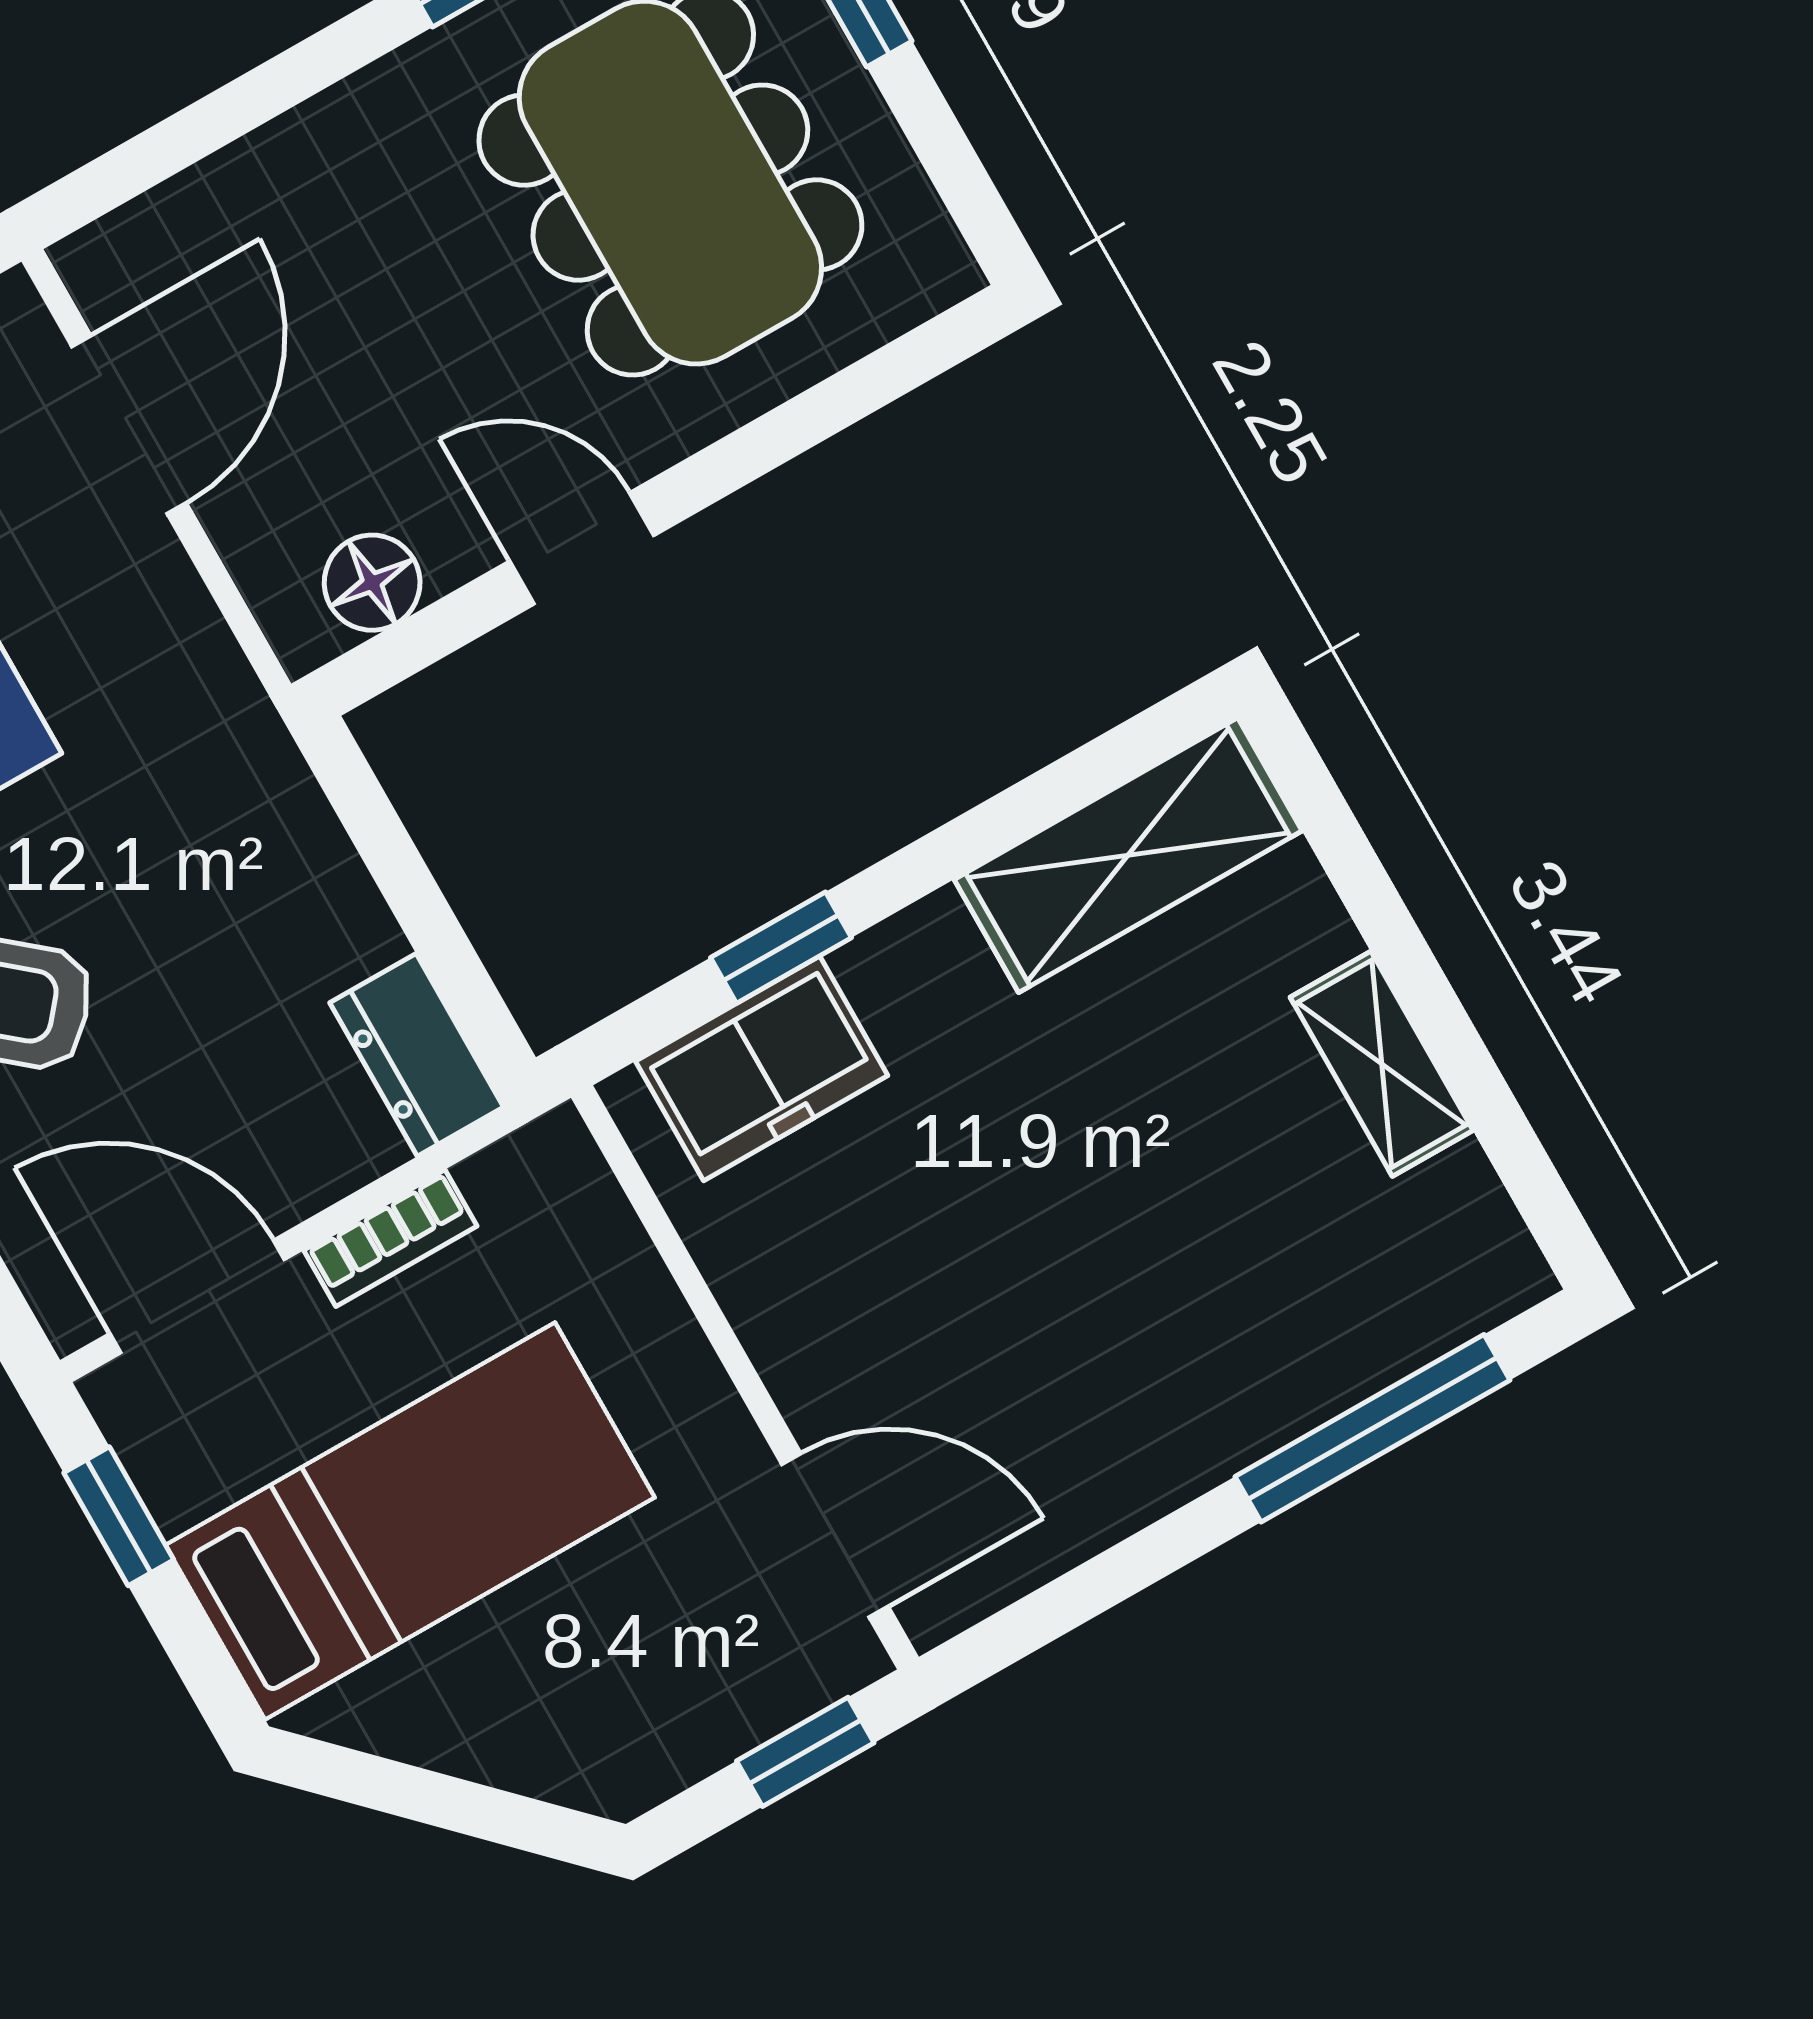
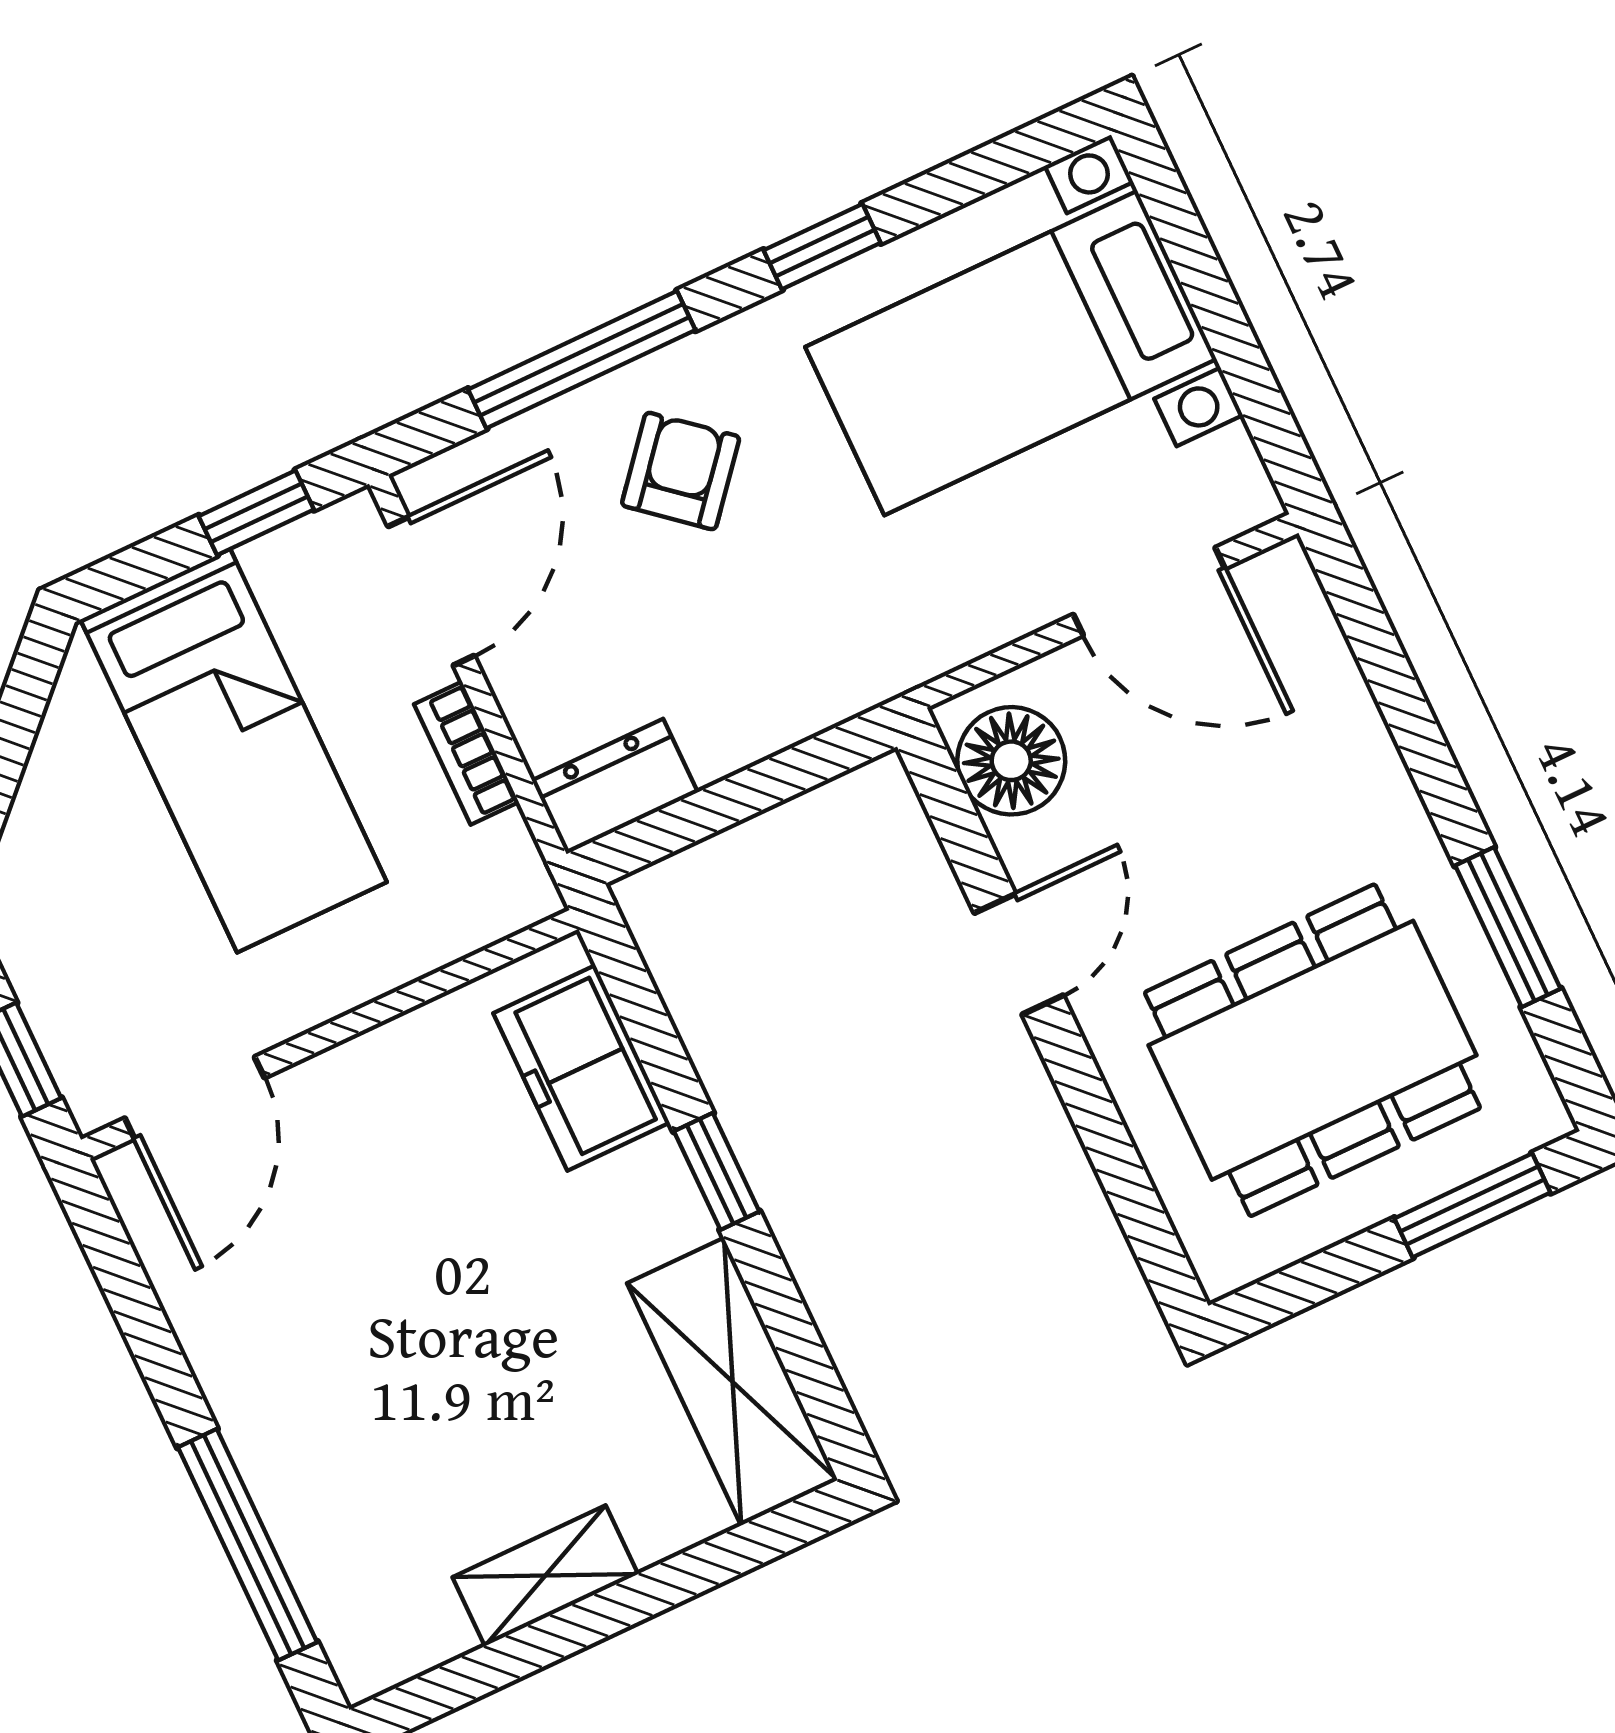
floor lamp: (372, 583) -> (1011, 761), width x1.38, depth x1.38
window: (781, 948) -> (717, 1171), moved

